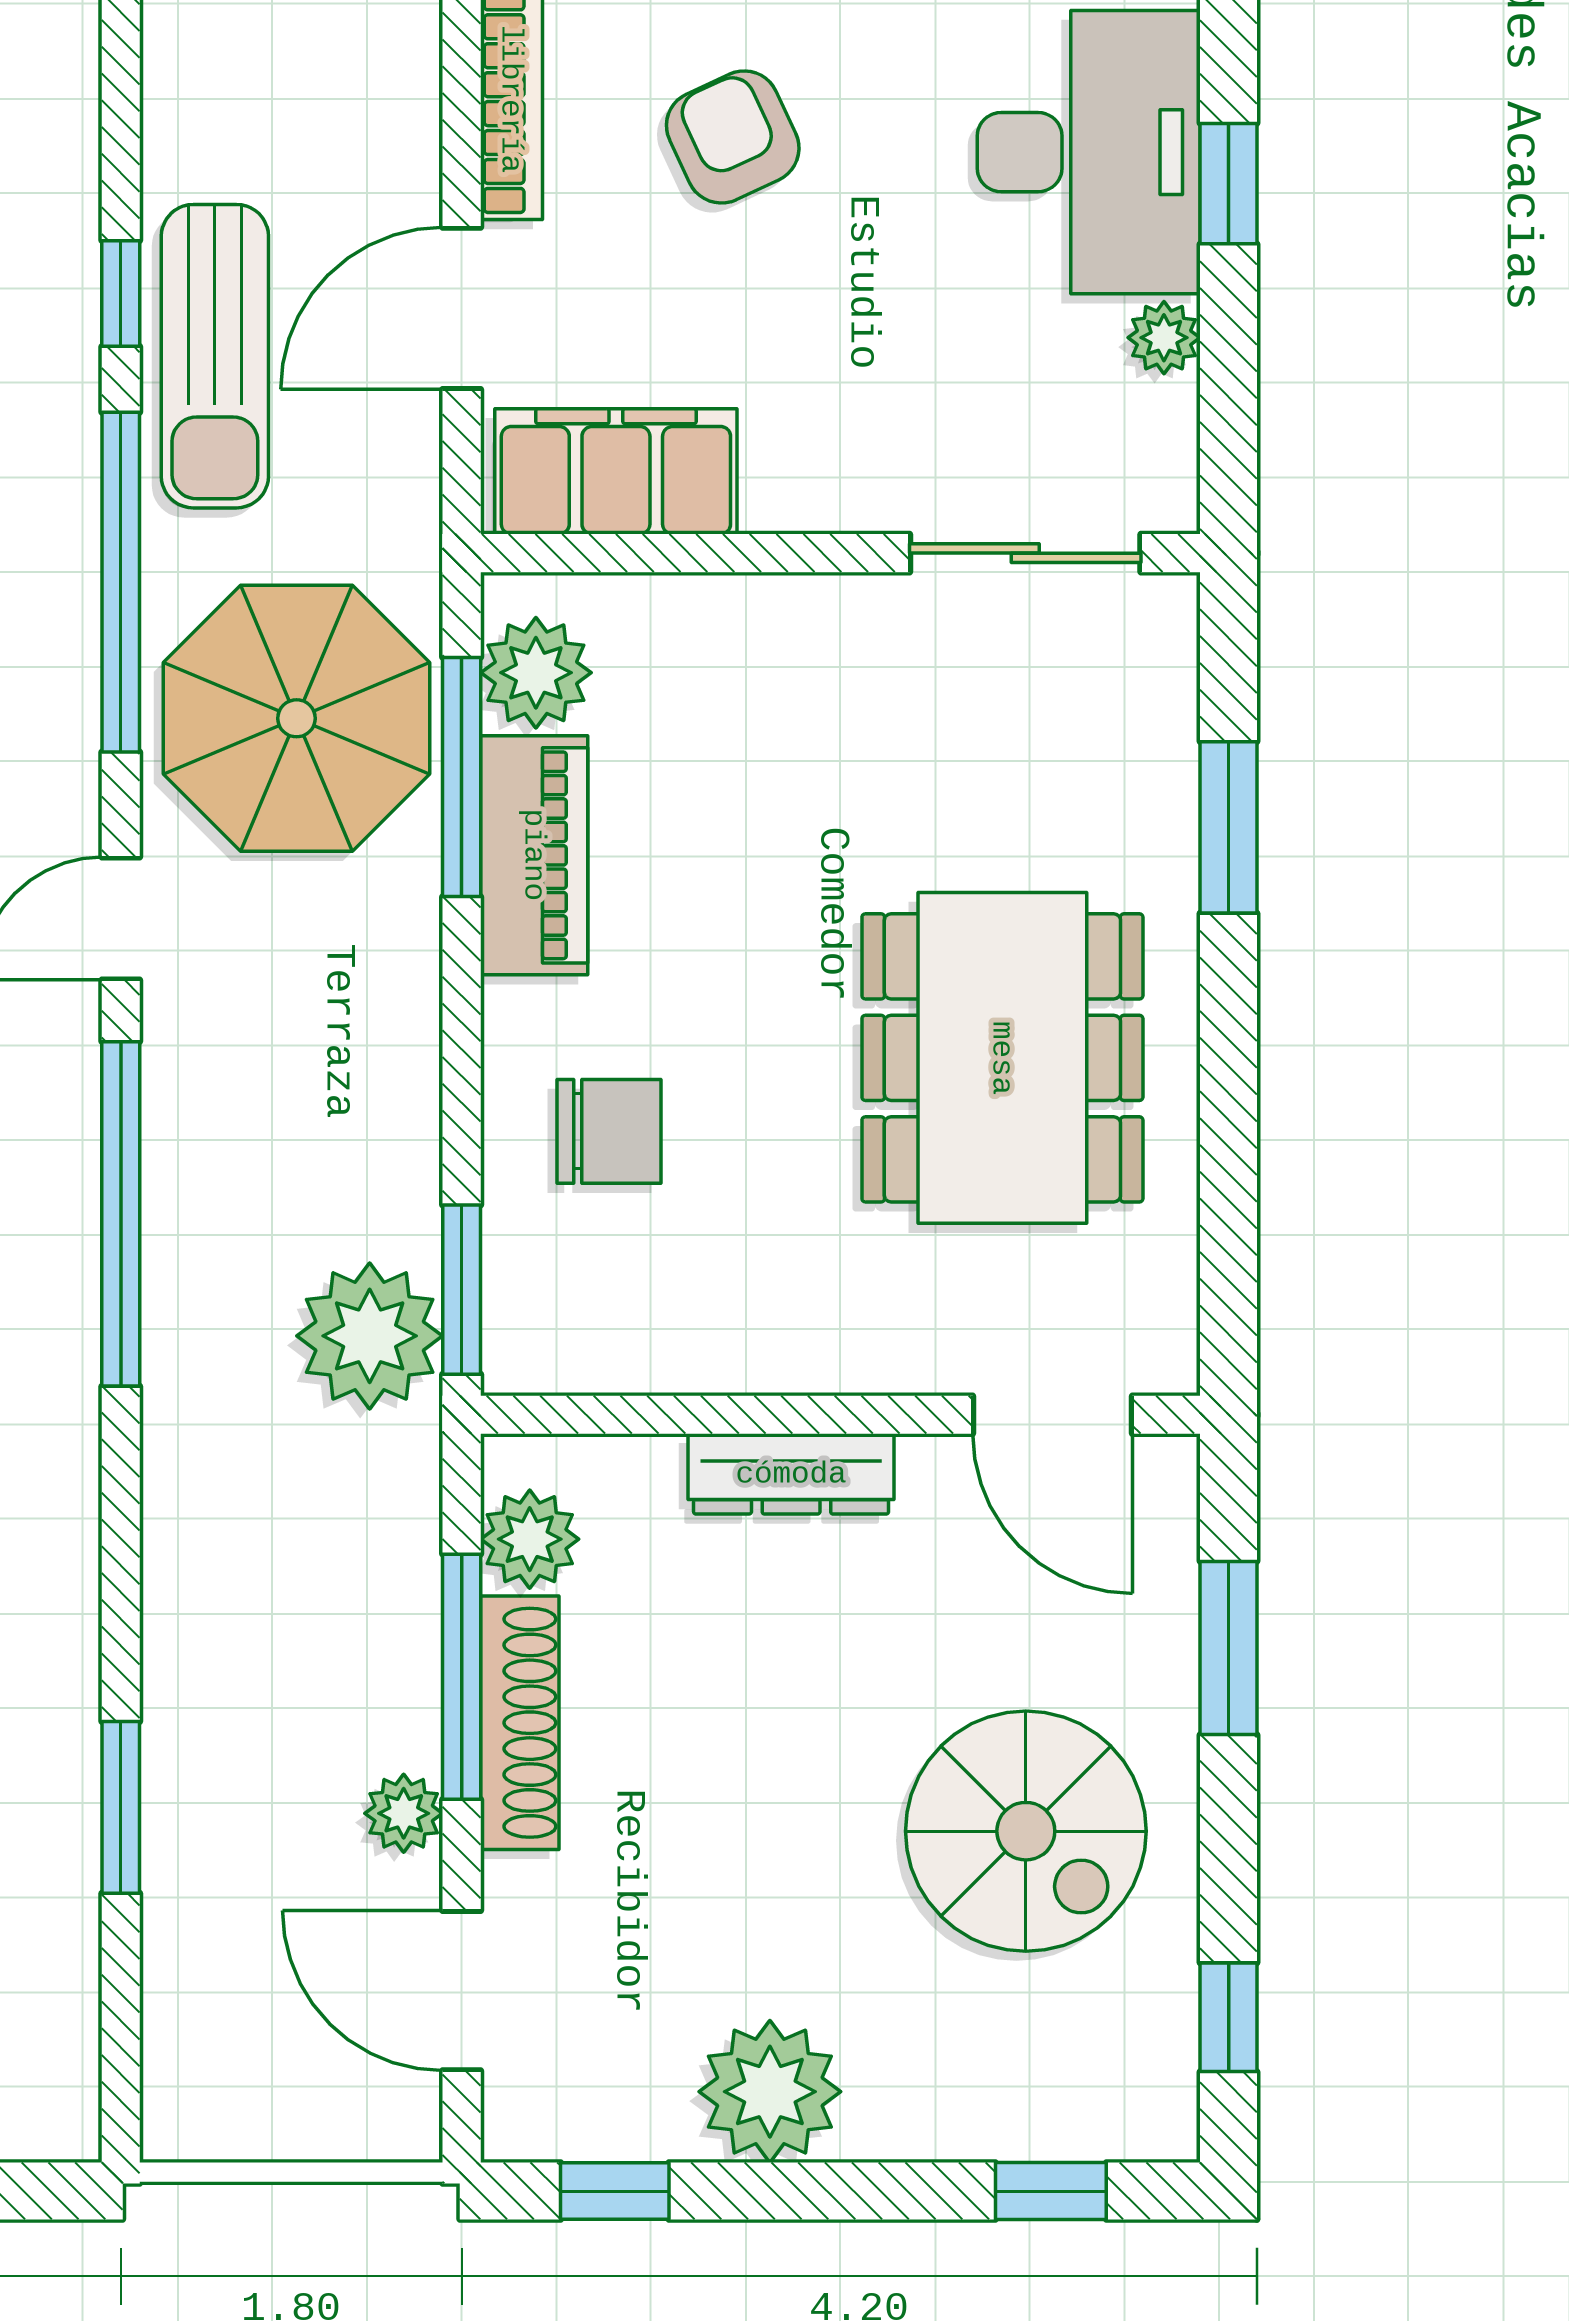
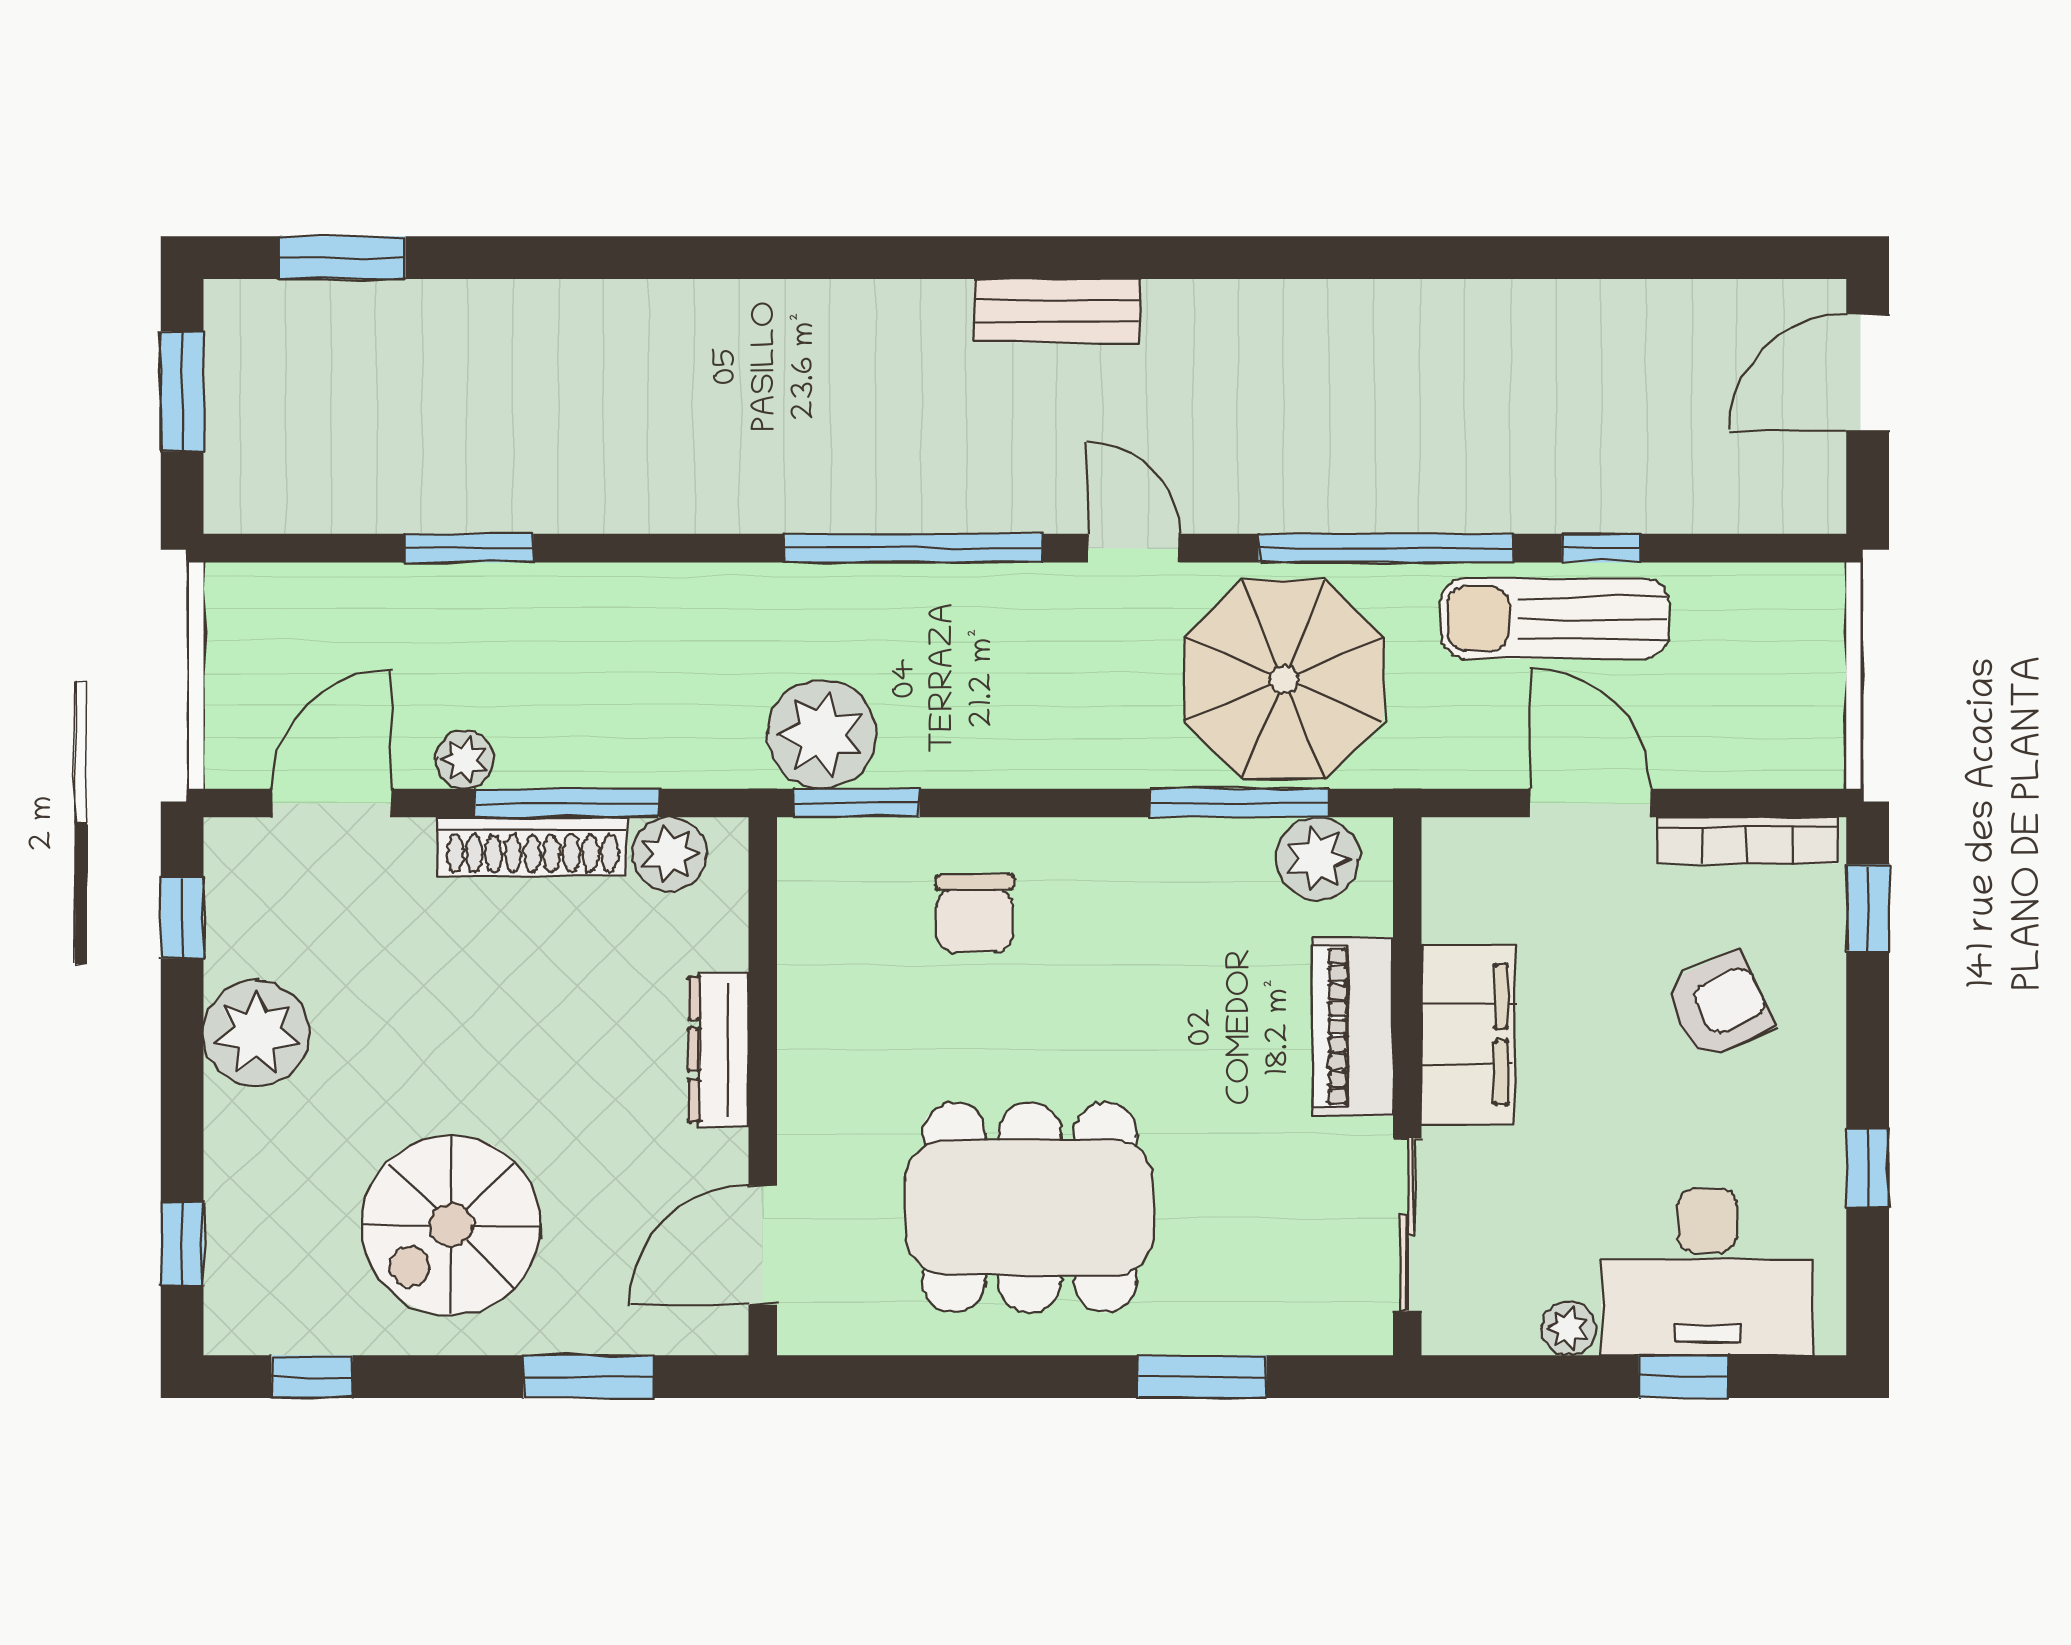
filing cabinet: (616, 471) -> (1468, 1035), moved
piano: (534, 855) -> (1353, 1027), moved, turned 90

